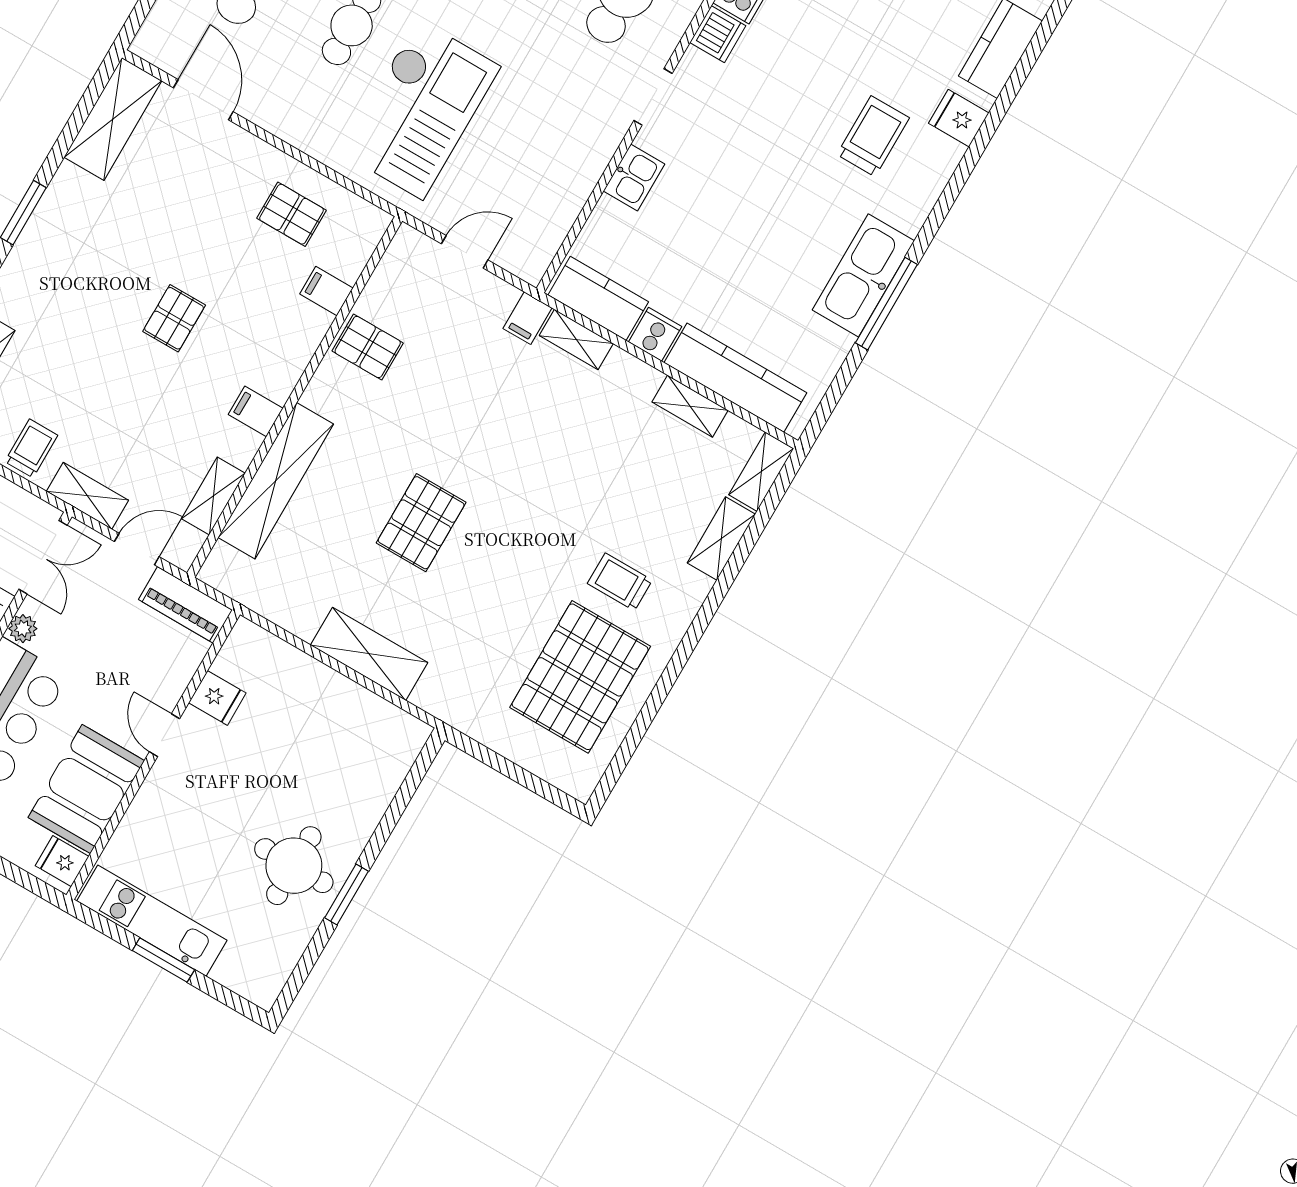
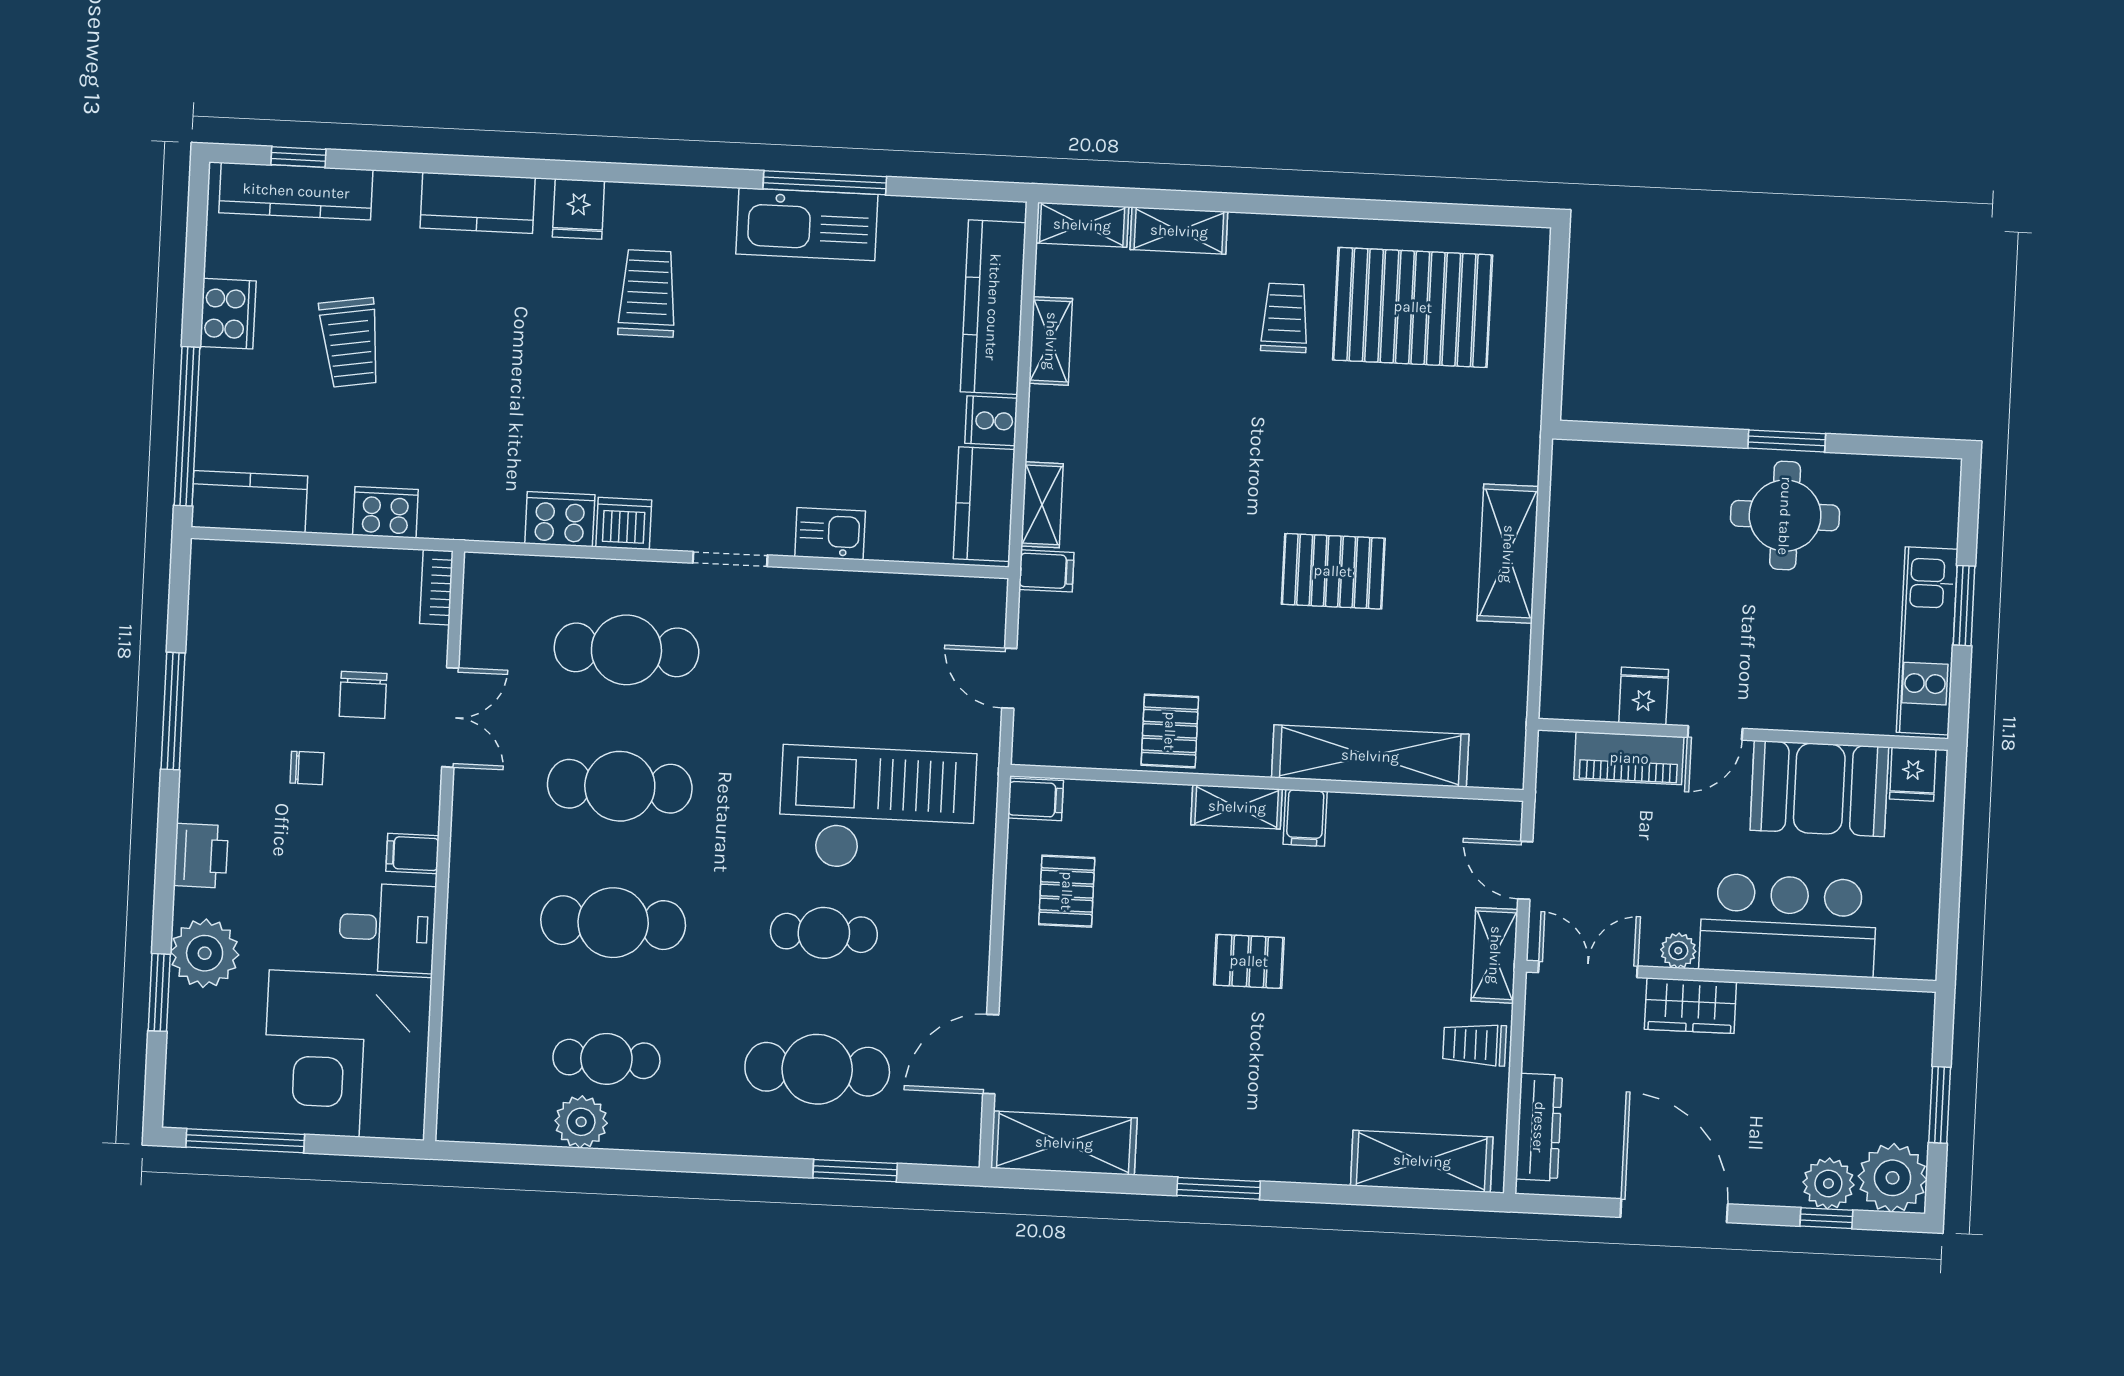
trolley: (873, 136) -> (647, 293), turned 90
filing cabinet: (326, 291) -> (1036, 799), moved, turned -90
shelving: (213, 496) -> (1237, 807), moved
trolley: (620, 582) -> (1285, 318), turned 180
piano: (185, 605) -> (1629, 758), moved, turned 90

